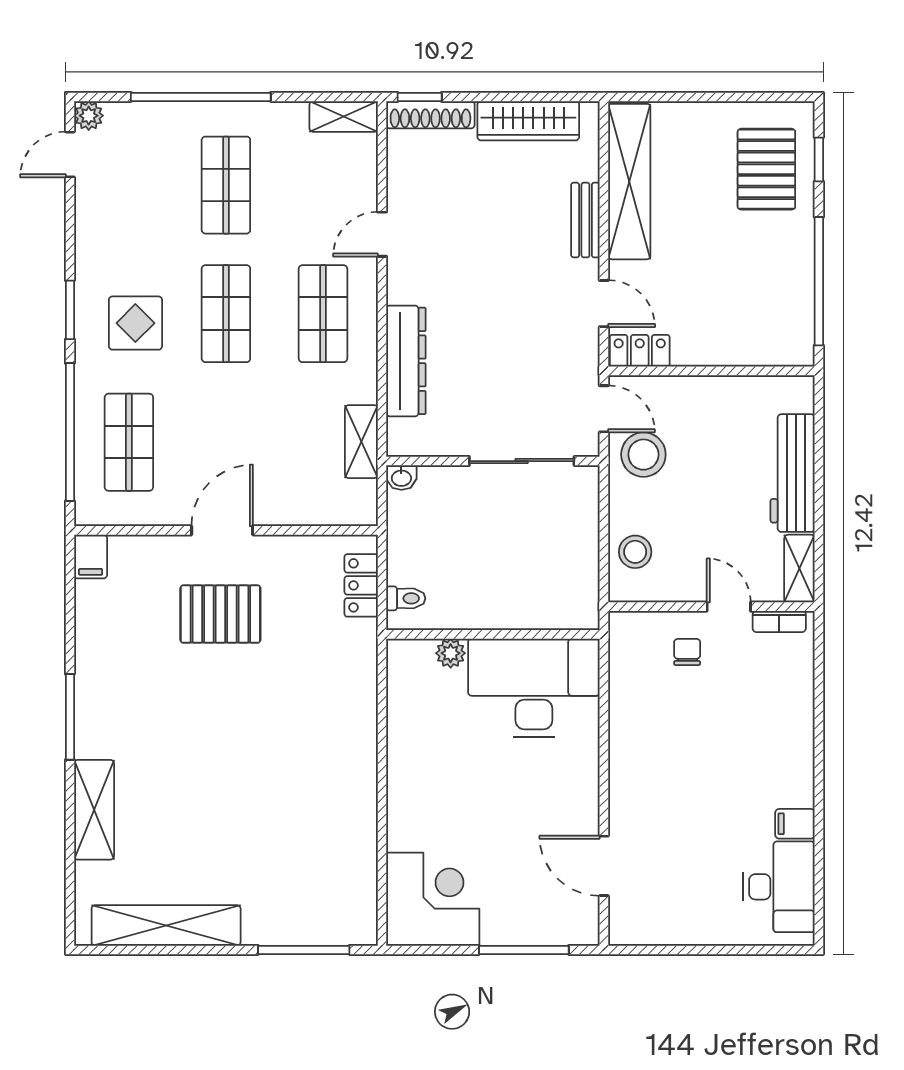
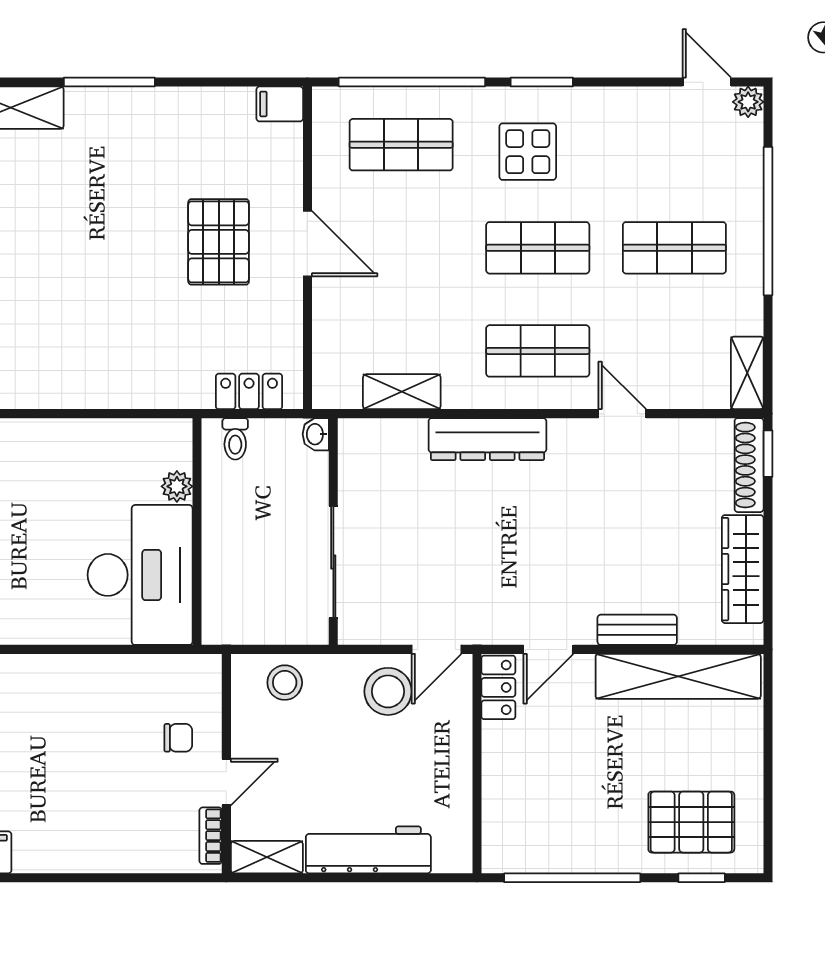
wall: (493, 461) -> (333, 531), moved
sliding door: (522, 461) -> (333, 562), moved
washbasin: (401, 478) -> (316, 434), moved

